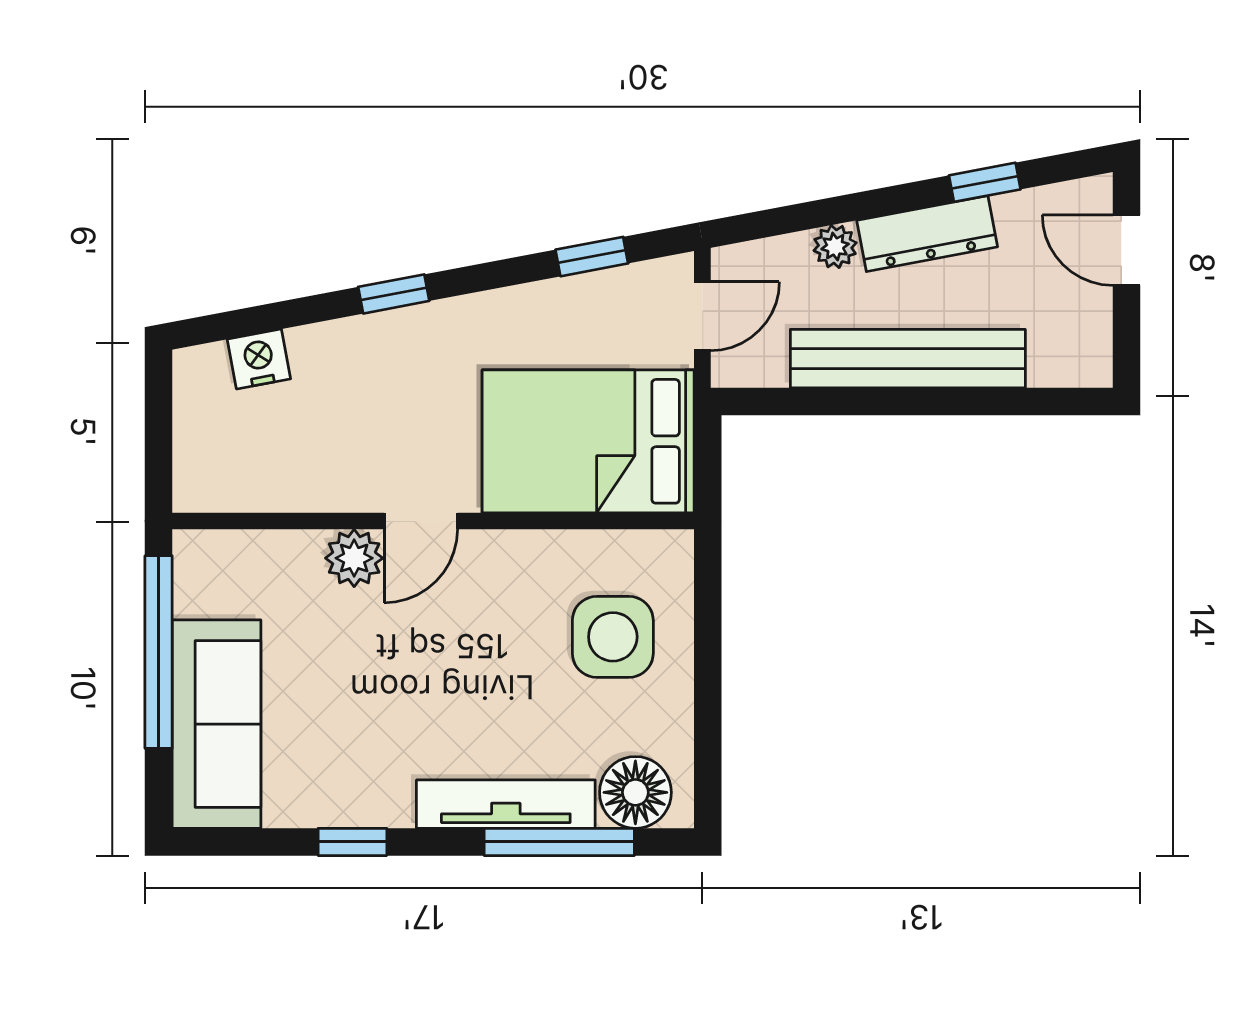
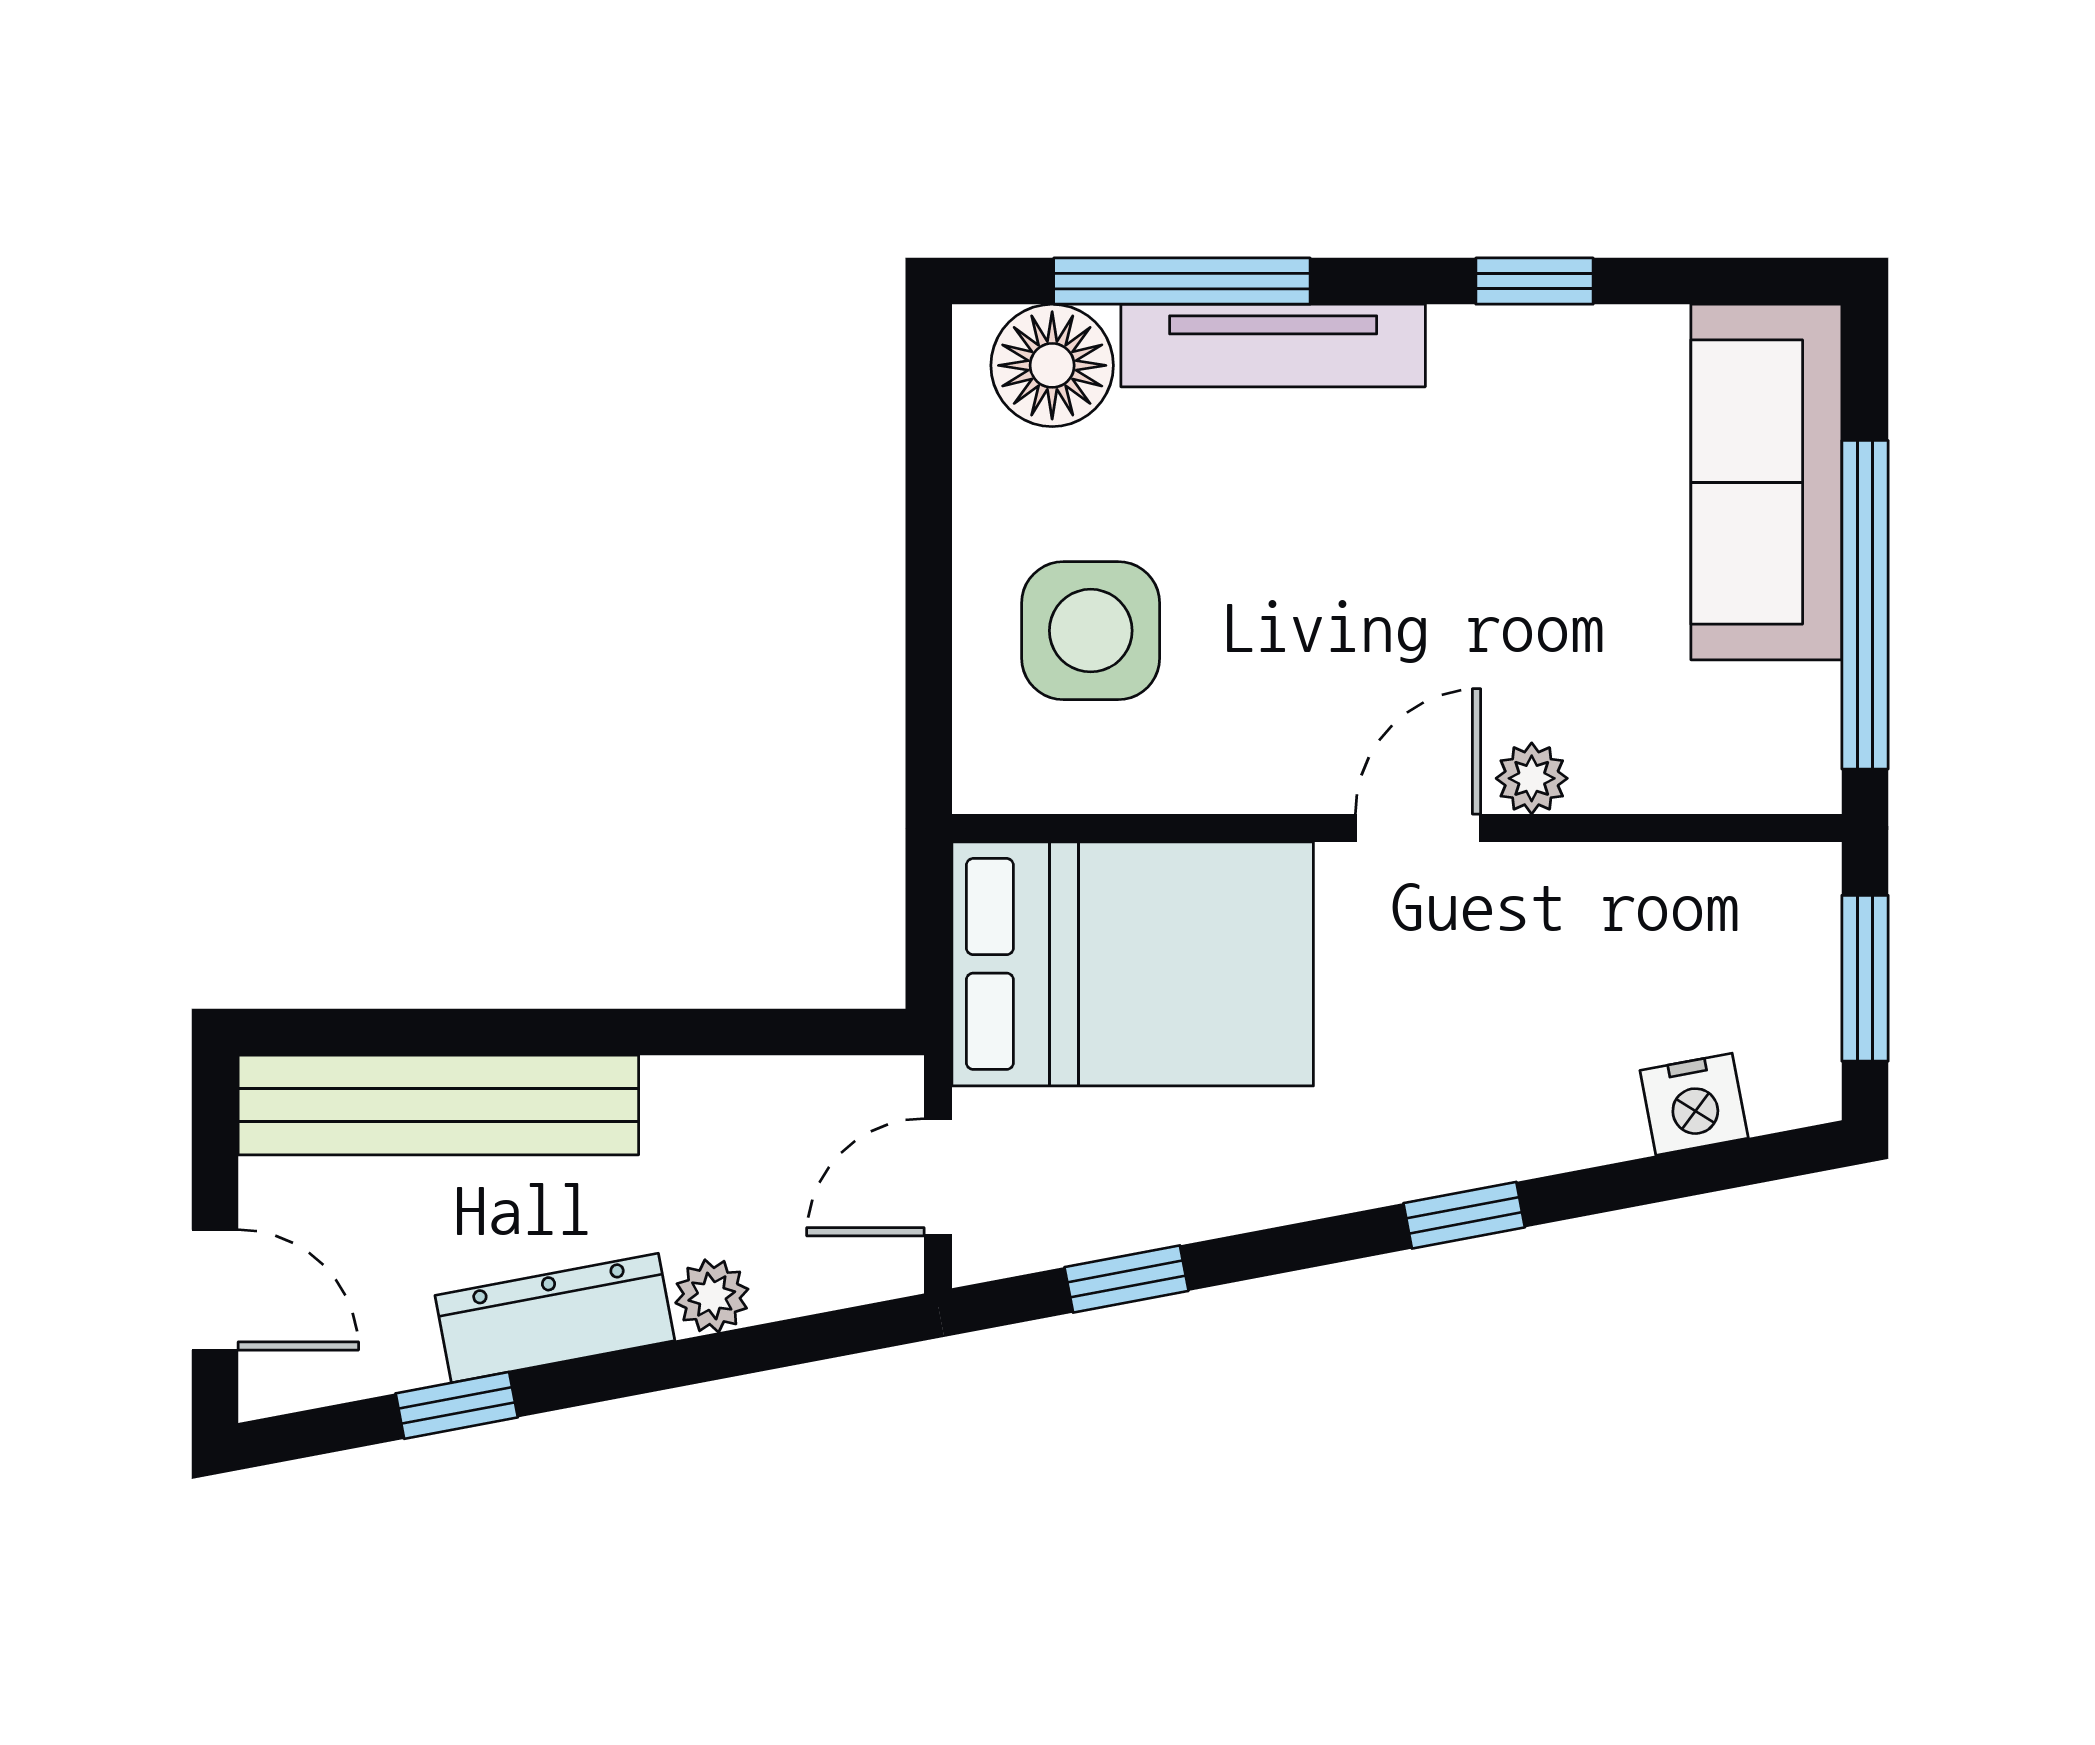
bench: (908, 359) -> (438, 1105), moved
window: (159, 433) -> (1865, 978), added
plant: (354, 558) -> (1532, 778), width x0.73, depth x0.73

